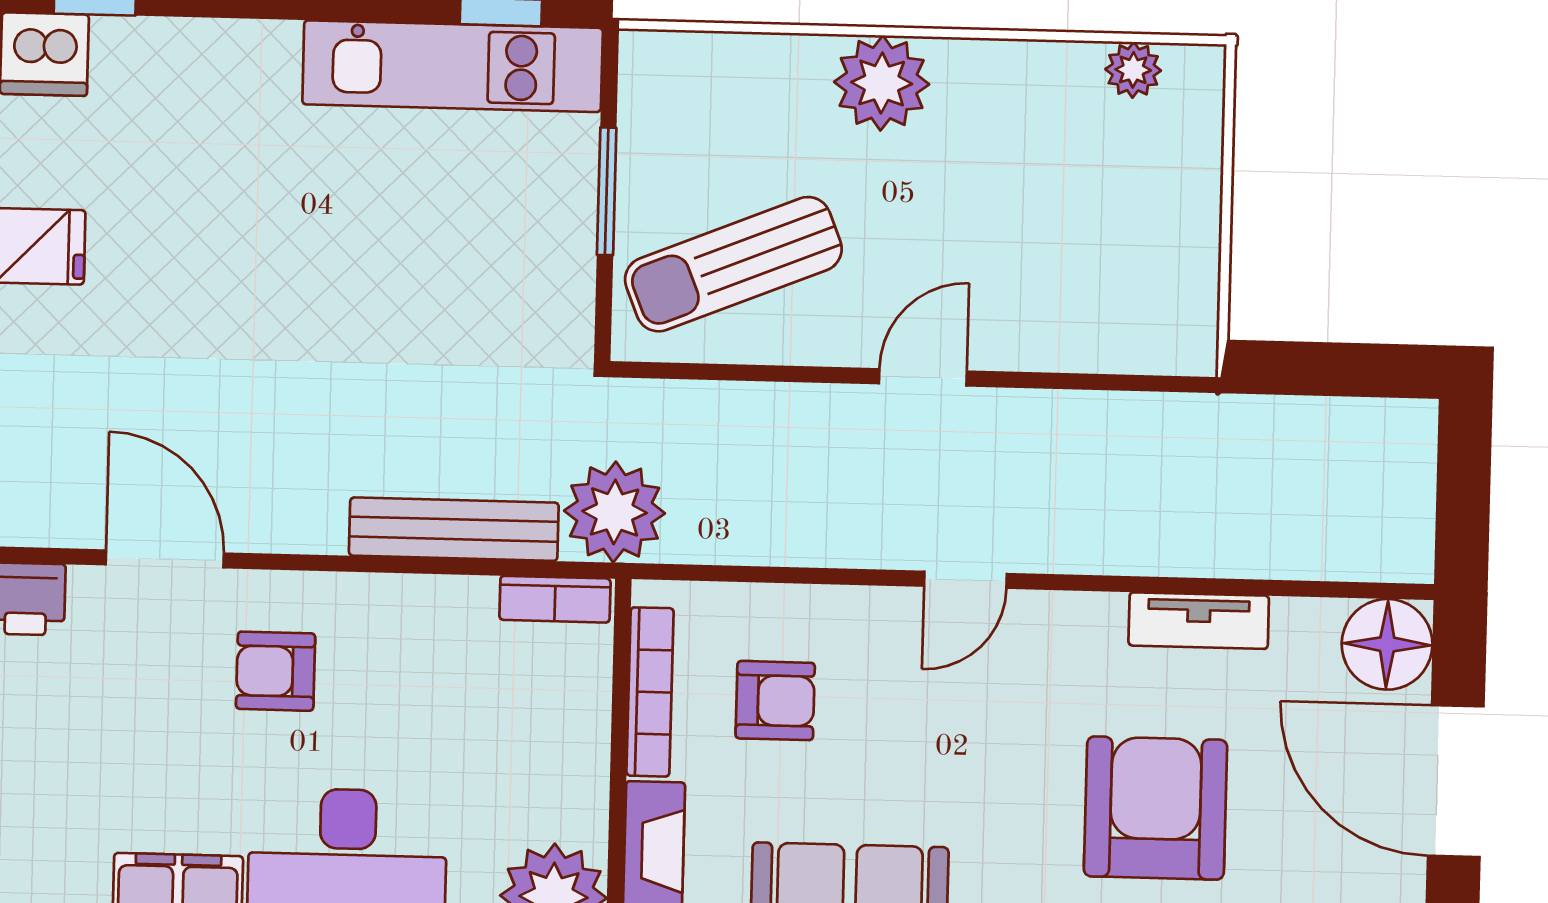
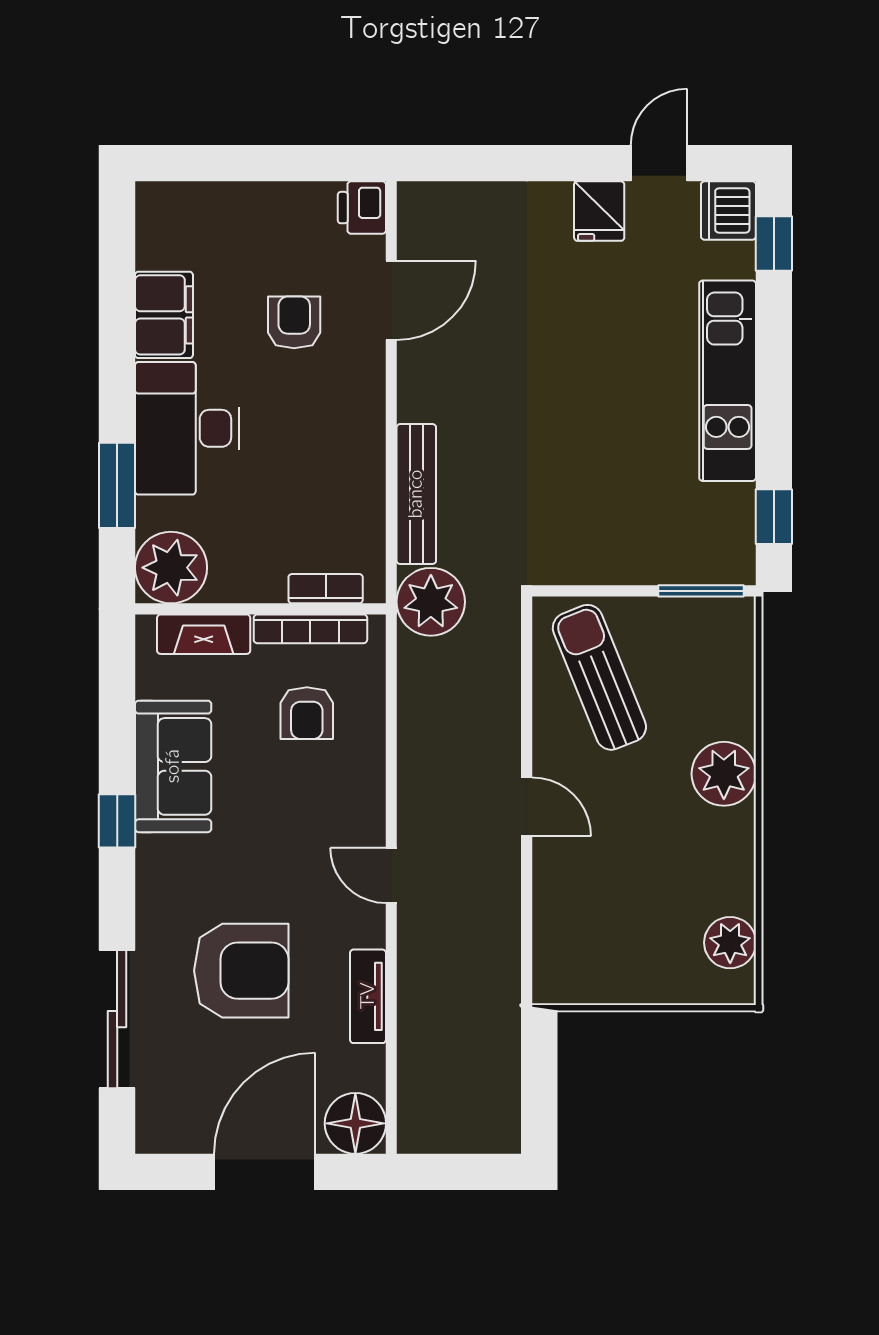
kitchen unit: (453, 66) -> (728, 381), moved
plant: (1133, 70) -> (730, 943), width x1.38, depth x1.38
window: (607, 191) -> (701, 591), moved
door: (965, 580) -> (391, 875), moved
bookcase: (555, 599) -> (326, 589), moved, turned 90
armchair: (276, 671) -> (294, 322), moved

